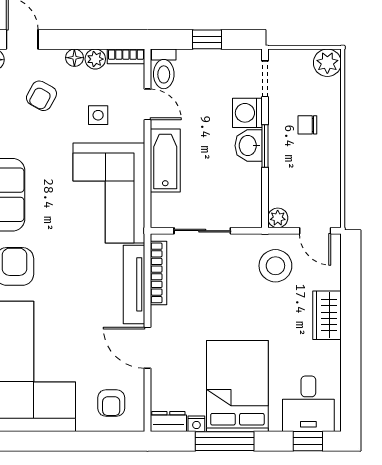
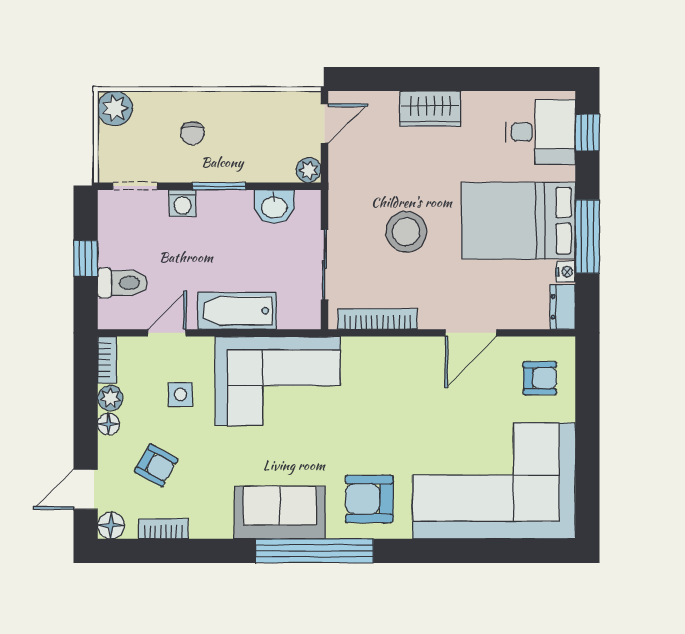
toilet: (164, 69) -> (123, 283), moved
washing machine: (247, 113) -> (183, 203), width x0.73, depth x0.73
washbasin: (249, 146) -> (274, 207), moved
stool: (275, 266) -> (406, 232), moved
tv unit: (134, 284) -> (392, 350), removed

